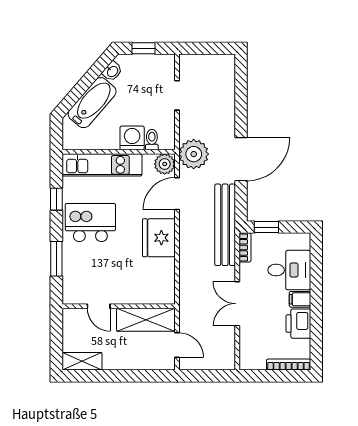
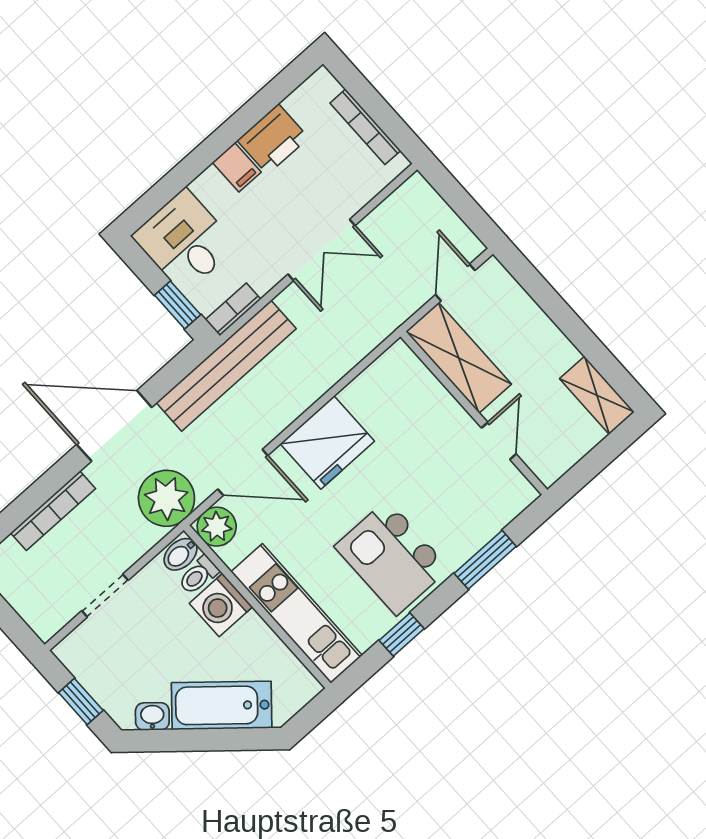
bookcase: (229, 105) -> (53, 511), added
bidet: (167, 140) -> (181, 554), added
desk: (289, 270) -> (185, 241), moved
bookcase: (289, 365) -> (365, 127), moved

